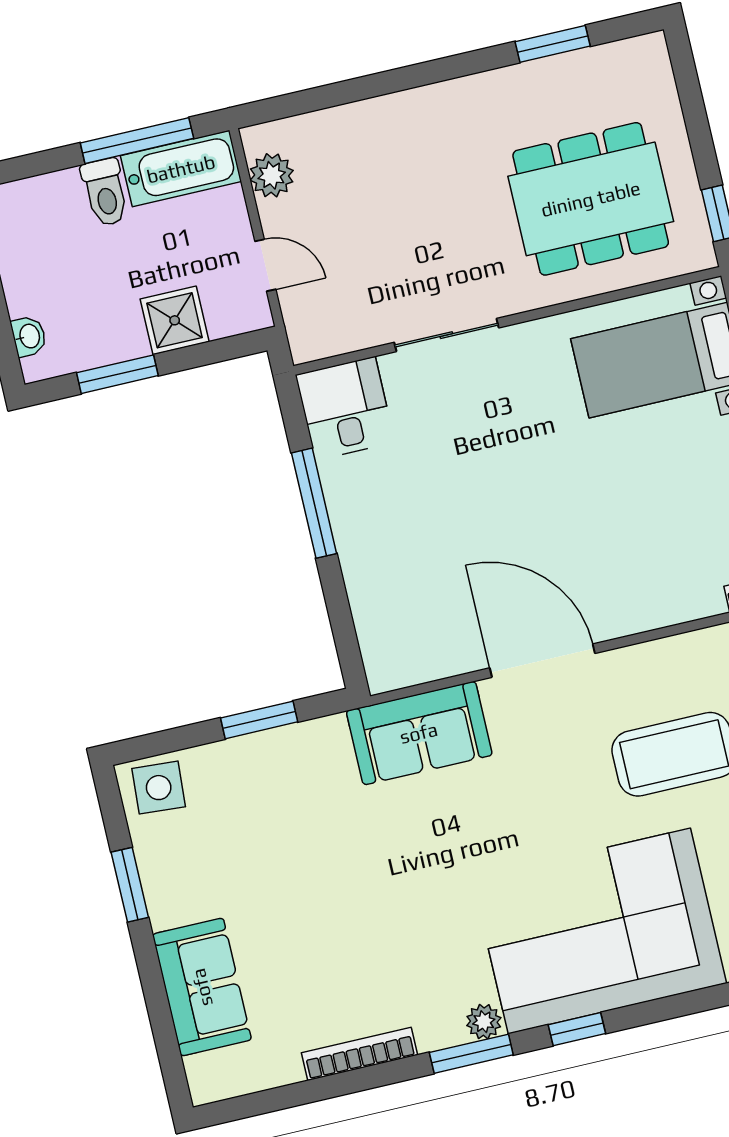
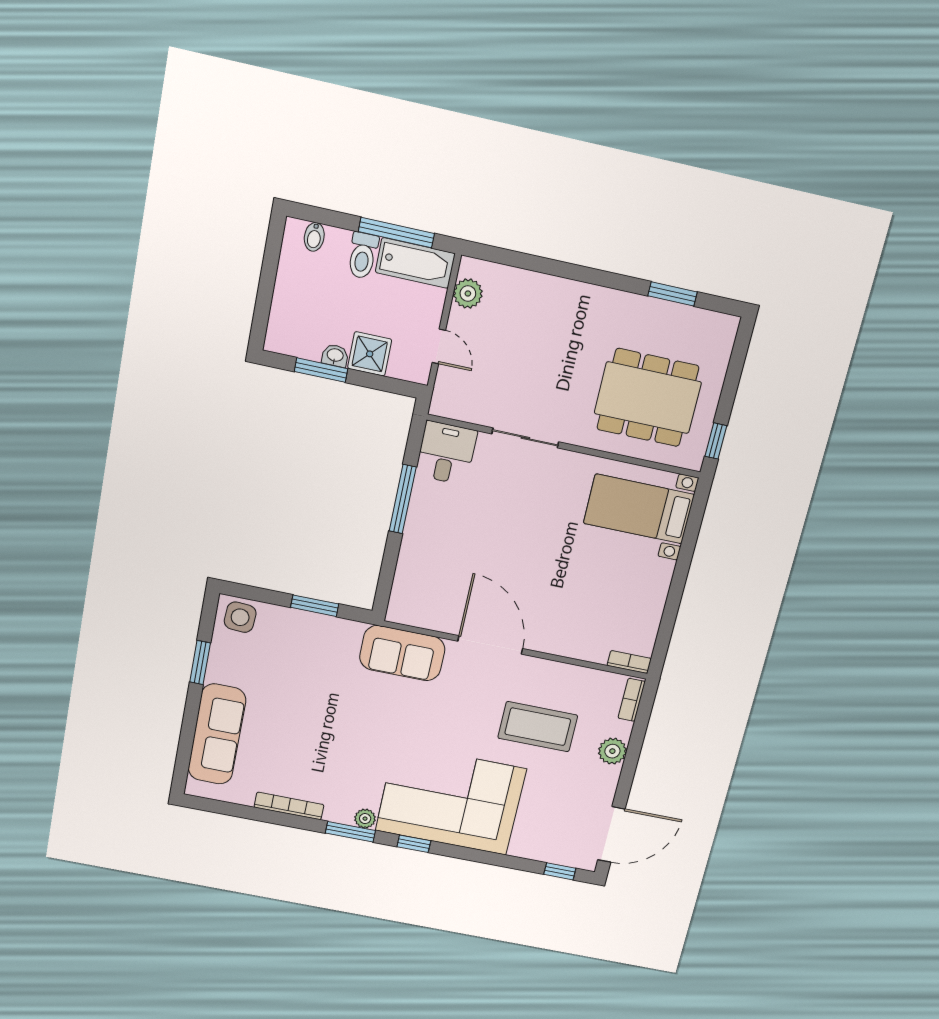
bidet: (29, 198) -> (314, 237), added
washbasin: (29, 336) -> (335, 356), moved, turned -90
sofa: (202, 987) -> (217, 734), width x1.36

